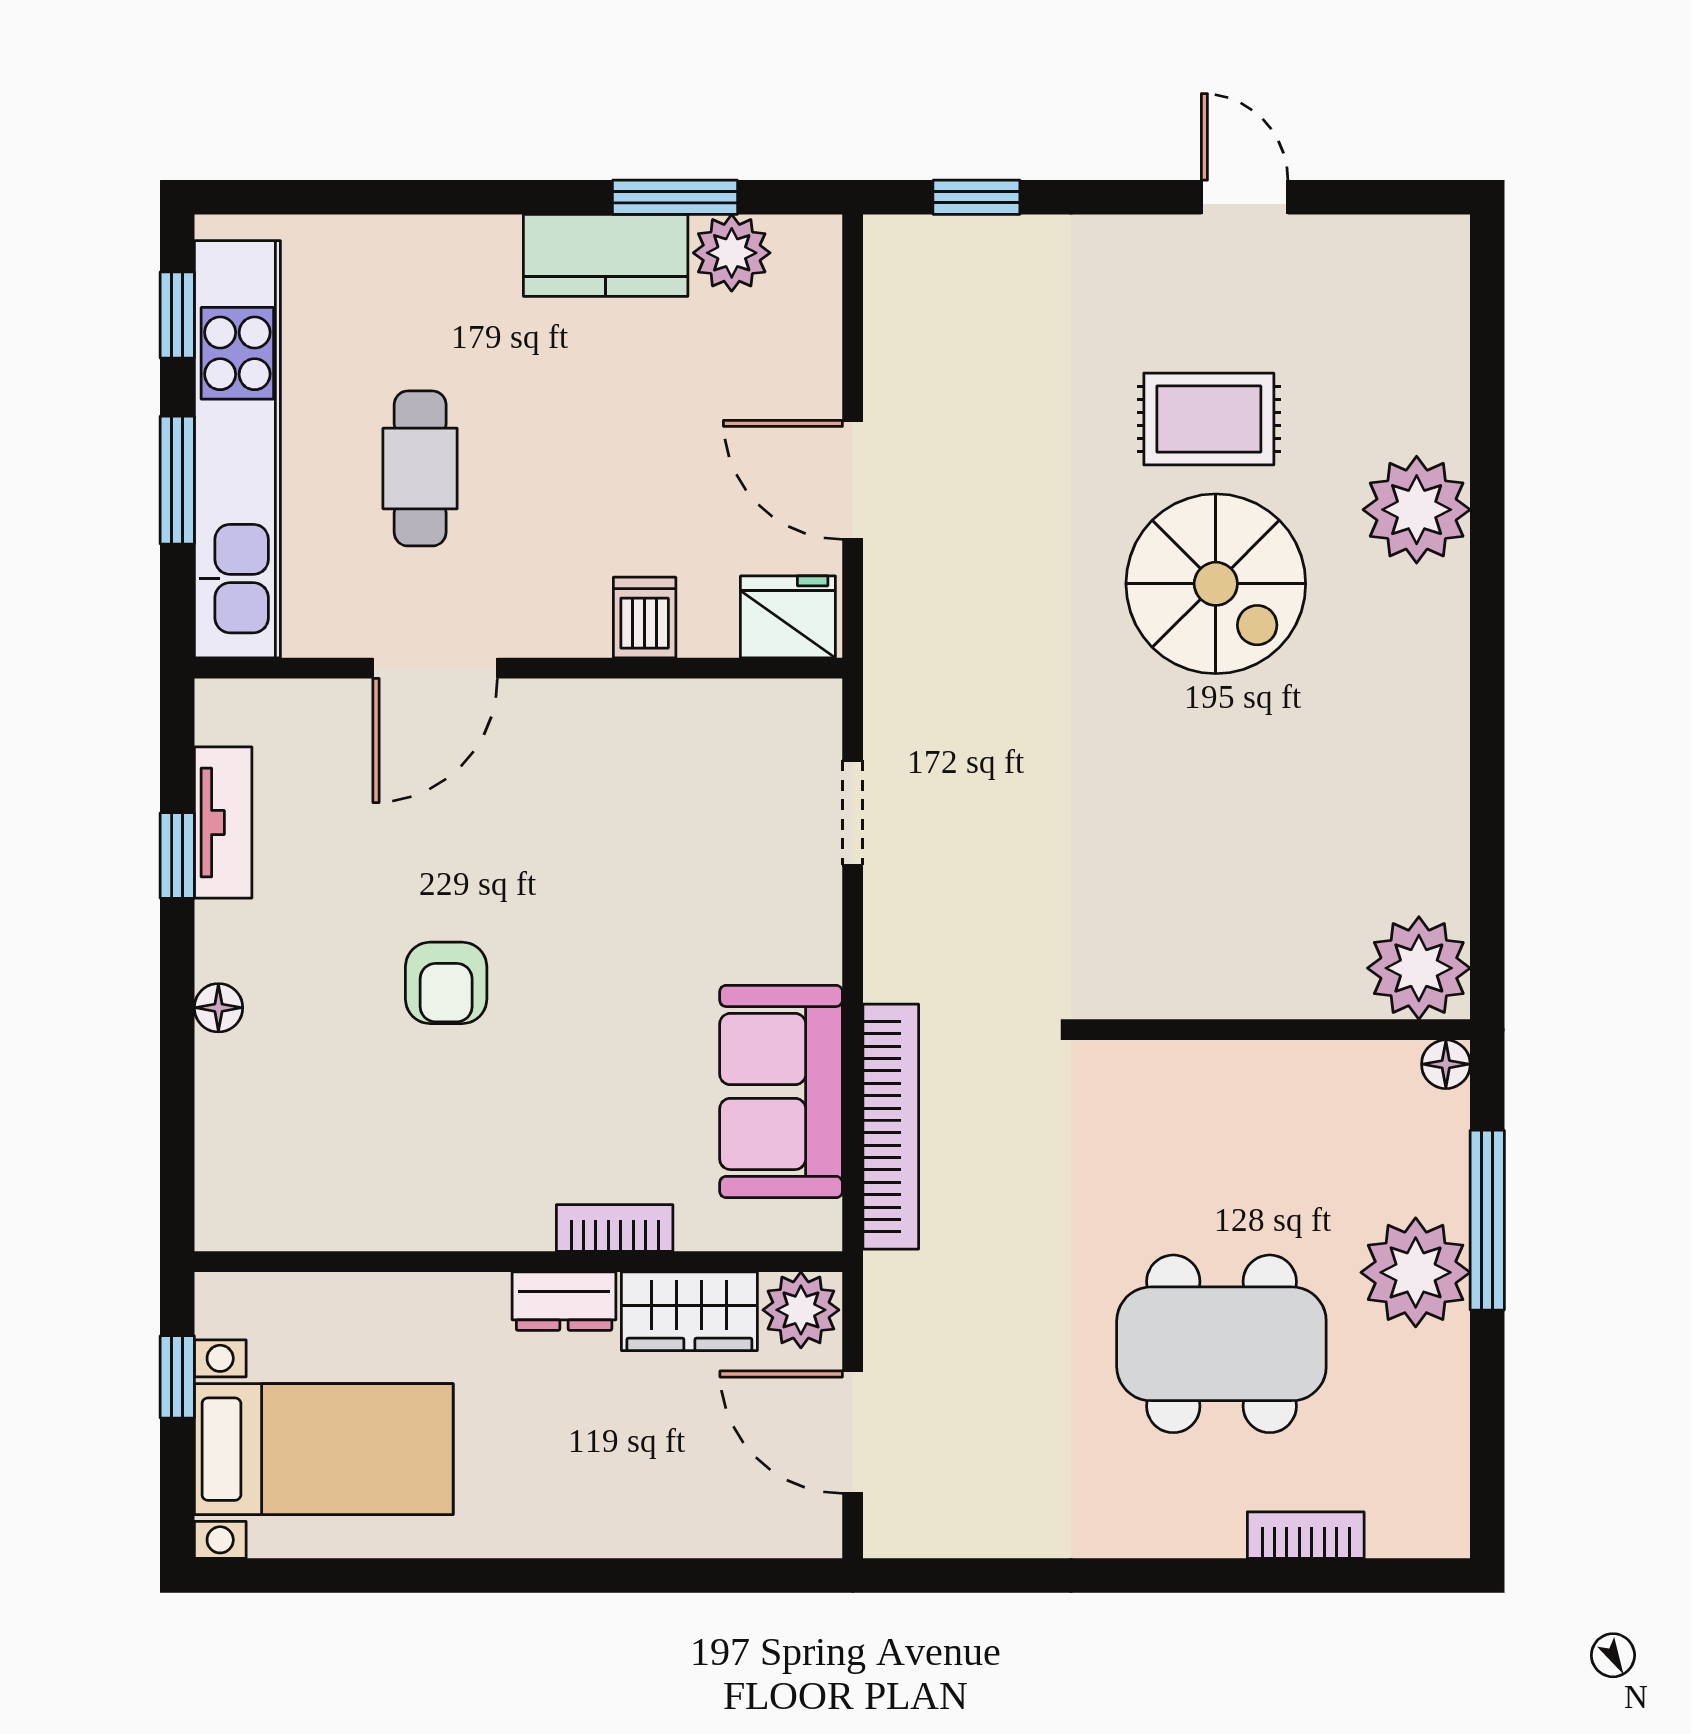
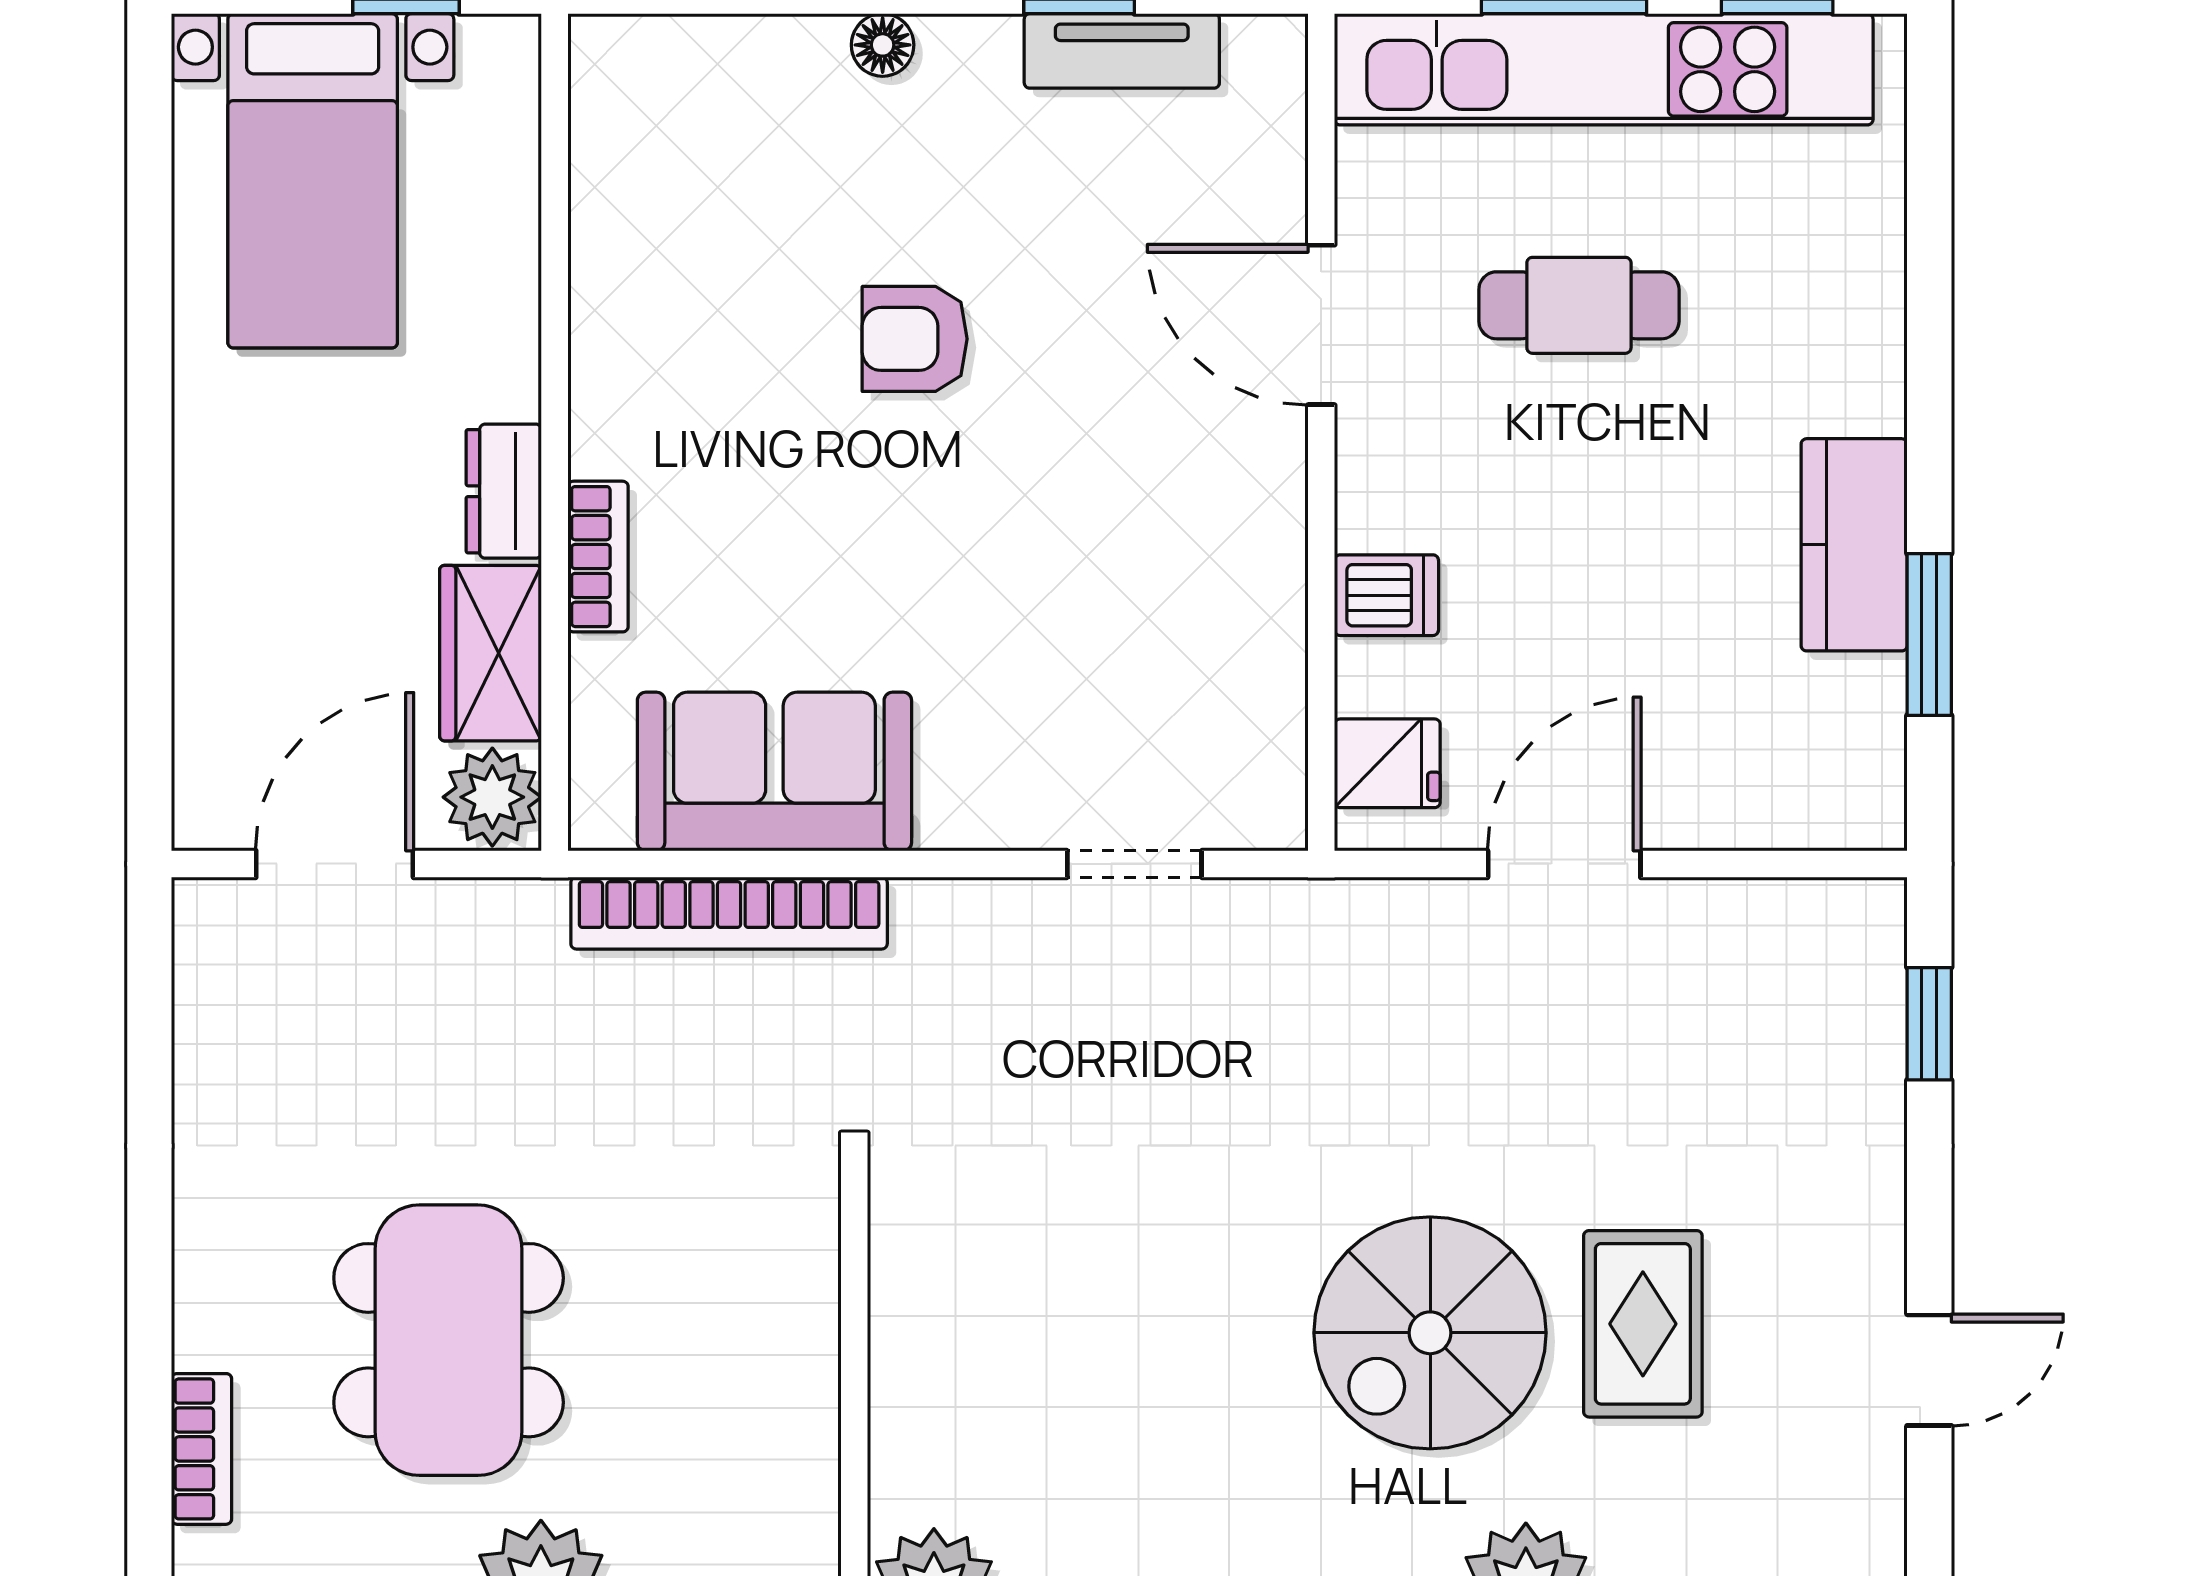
plant: (732, 253) -> (1858, 708), removed
fridge: (788, 617) -> (1387, 763), width x0.72

